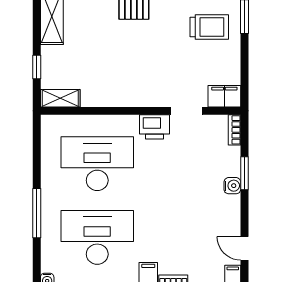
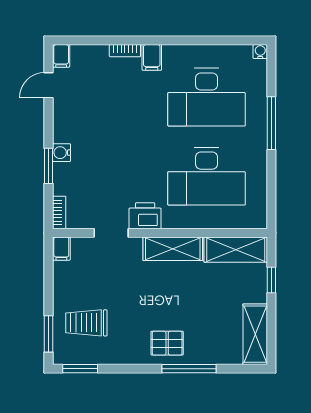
shelving: (129, 96) -> (173, 249), added
filing cabinet: (224, 96) -> (61, 249), width x0.50
shelving: (60, 98) -> (236, 250), width x1.50, depth x1.33
door: (244, 248) -> (49, 85), swing flipped

